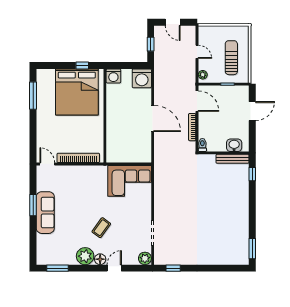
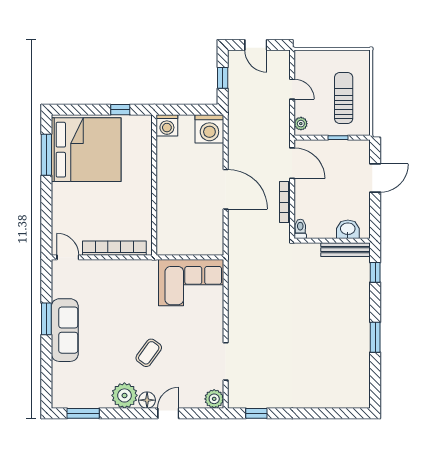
bed: (77, 92) -> (86, 150), moved, turned -90
window: (252, 249) -> (375, 337), moved

